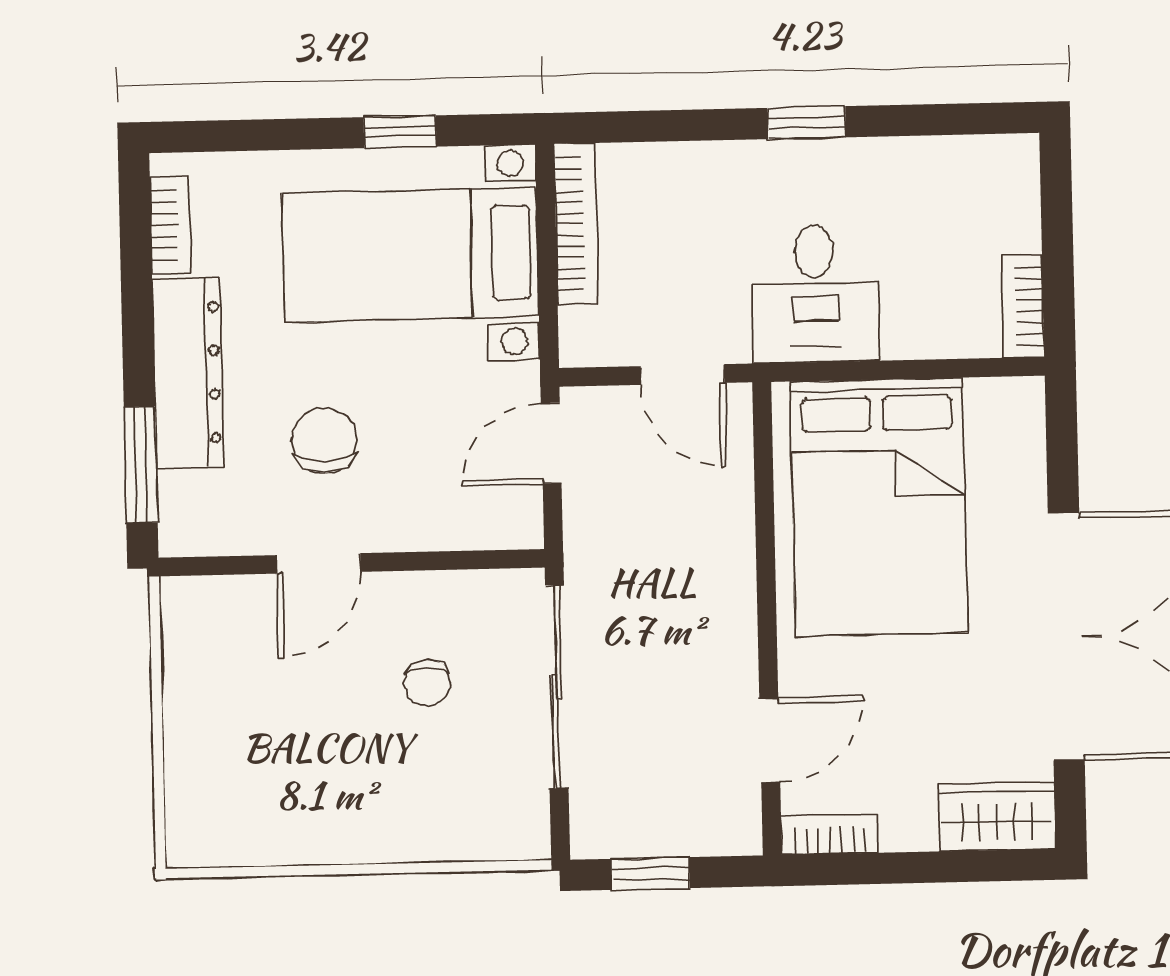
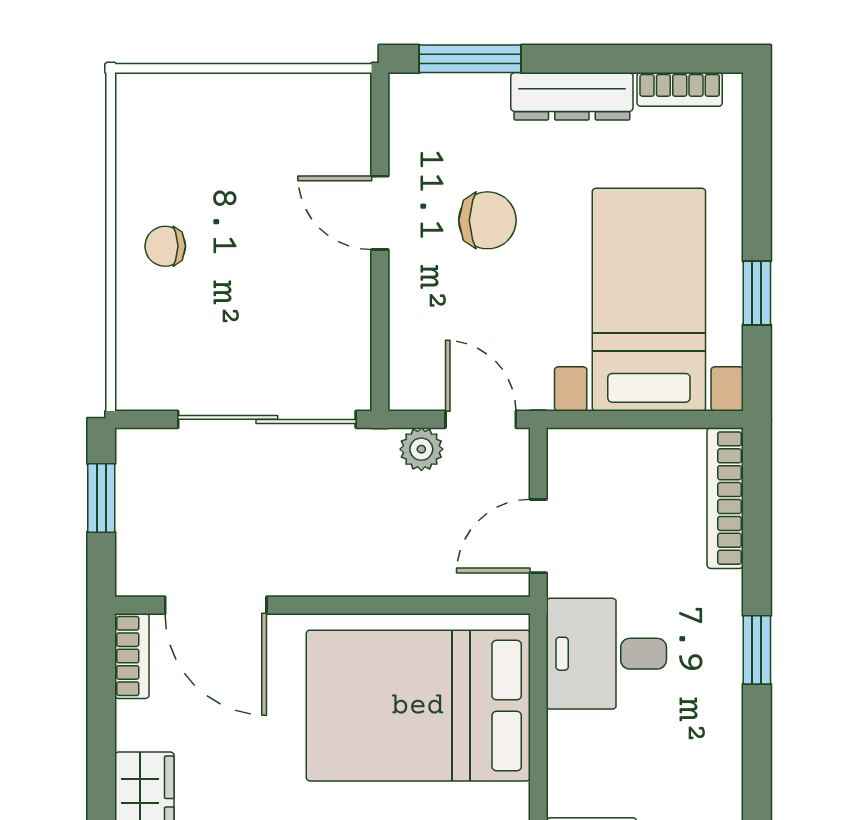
bookcase: (576, 224) -> (725, 498), moved, turned 90
dresser: (188, 373) -> (572, 96), width x0.73, depth x0.80
plant: (587, 510) -> (421, 449), added
chair: (427, 683) -> (165, 246), moved
door: (770, 740) -> (216, 605), width x1.38

